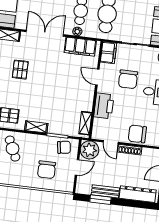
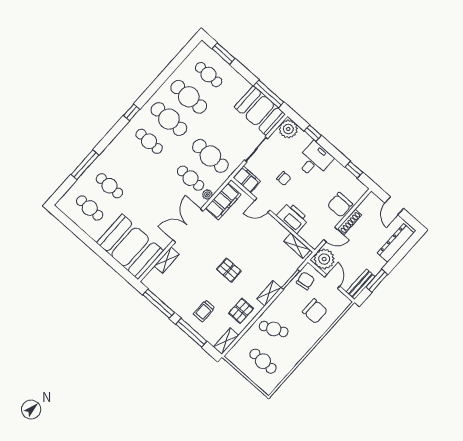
pallet: (20, 70) -> (229, 270), moved
chair: (128, 79) -> (284, 178), width x0.54, depth x0.54
bench: (105, 191) -> (361, 284), moved

